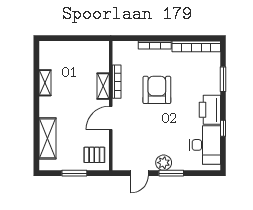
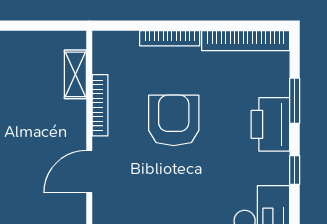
shelving: (103, 86) -> (75, 74), moved
printer: (210, 110) -> (270, 124), moved
window: (223, 128) -> (295, 170), moved

